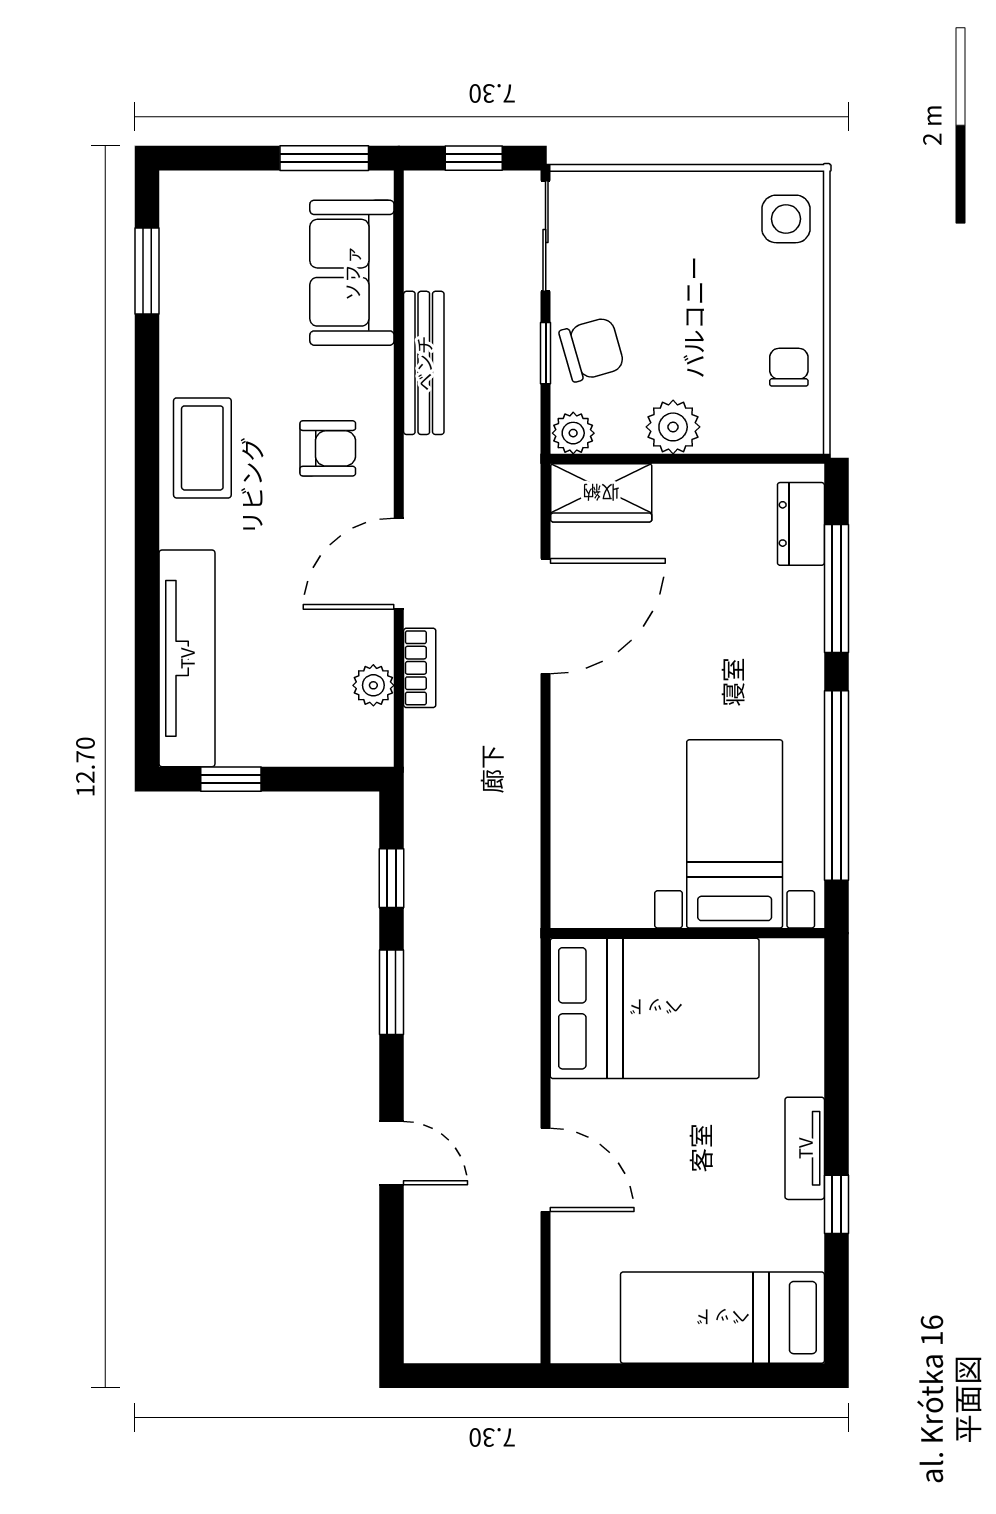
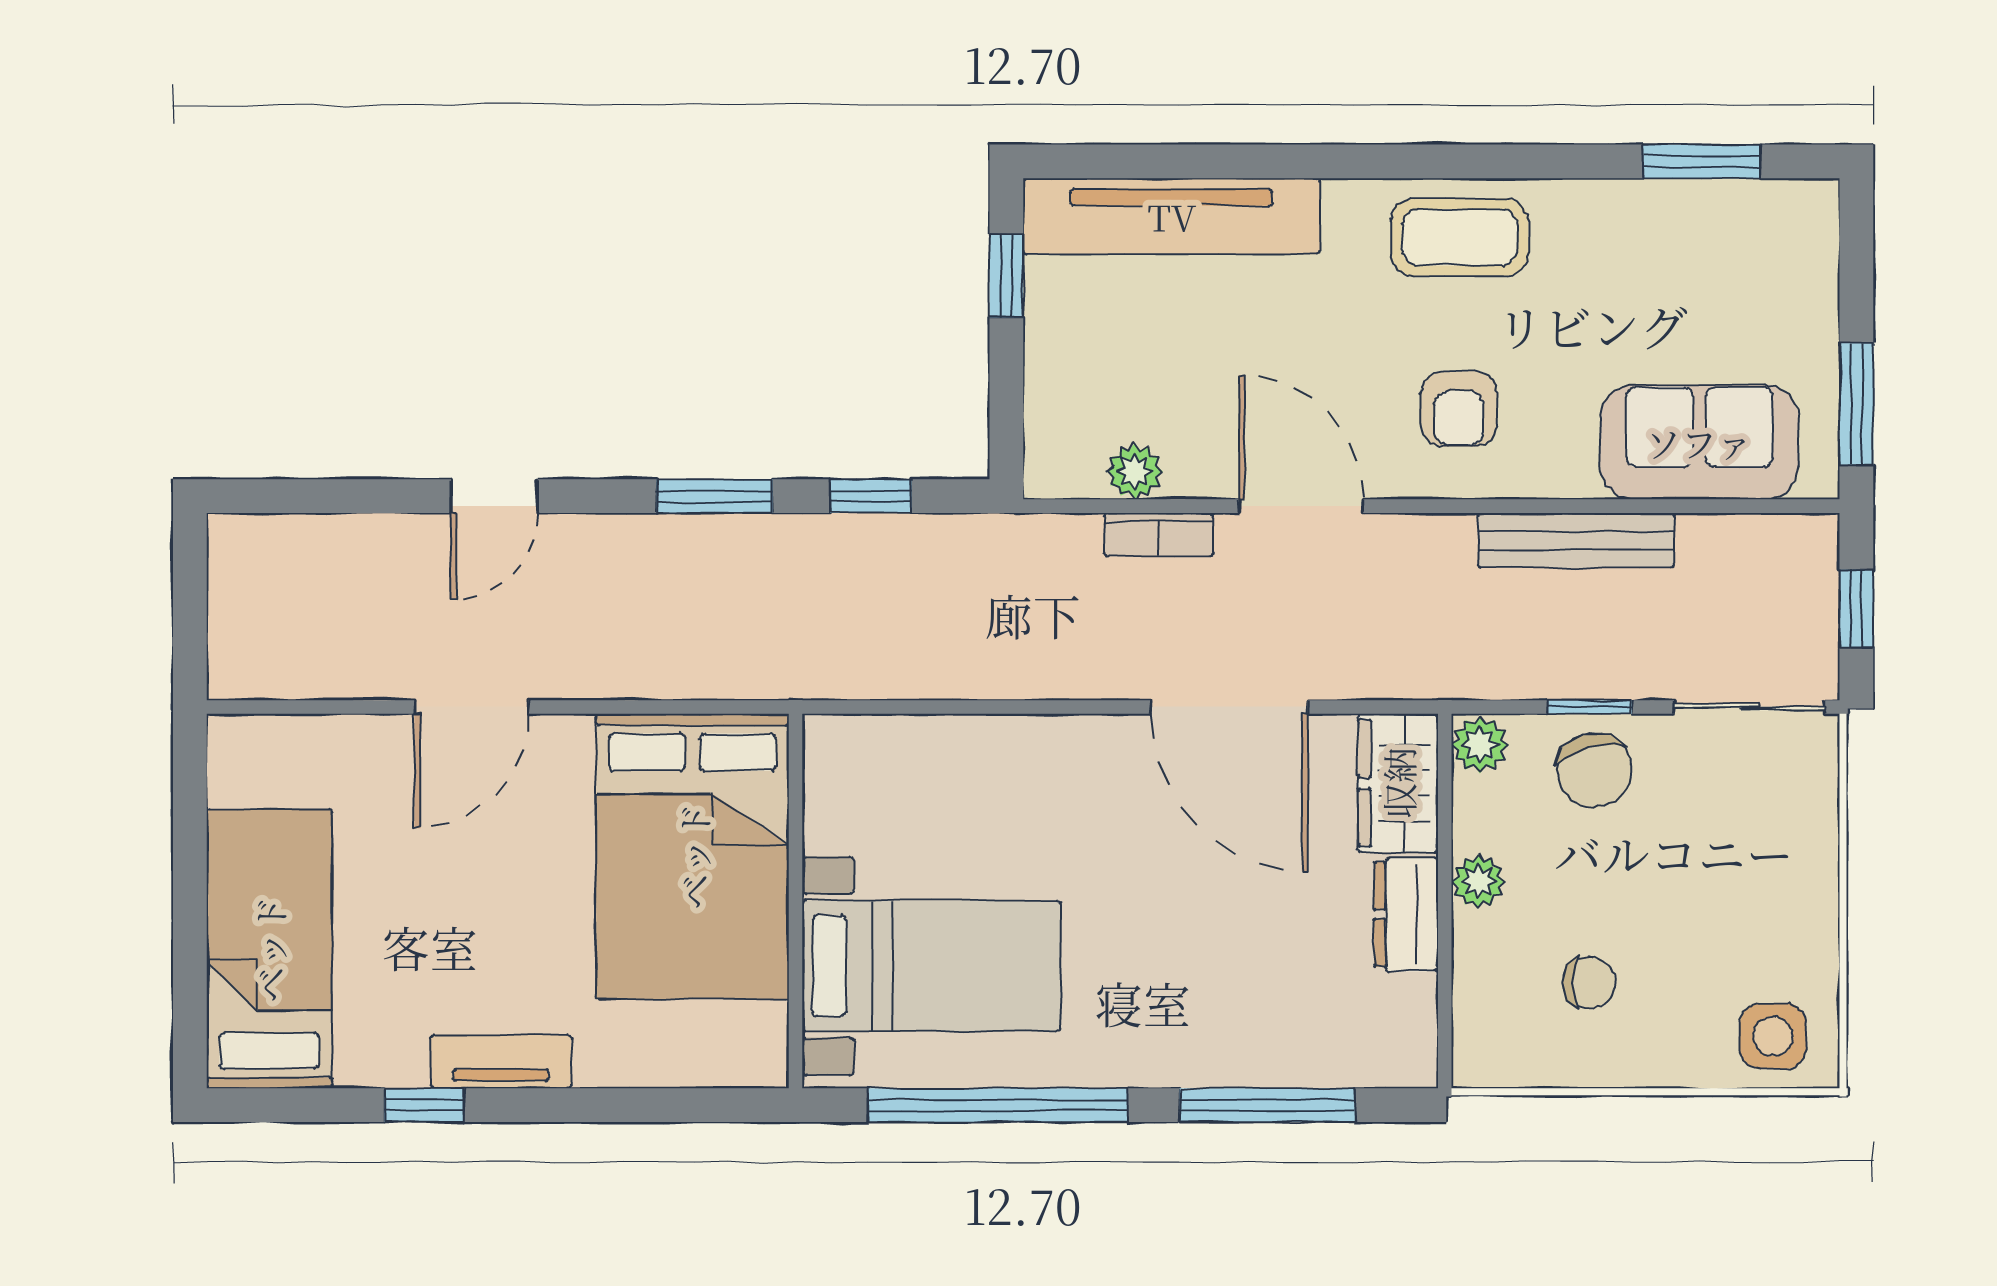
chair: (789, 367) -> (1589, 983), moved
plant: (673, 427) -> (1478, 881), width x0.73, depth x0.73
dresser: (801, 524) -> (1406, 914), moved, turned -90

